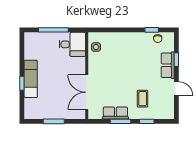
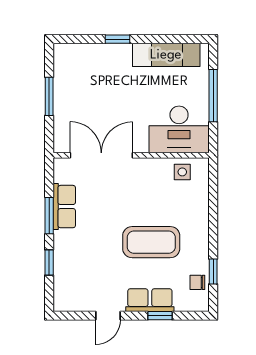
desk: (72, 44) -> (179, 129), width x1.37
exam couch: (31, 79) -> (166, 55), moved
coffee table: (143, 99) -> (151, 242), moved, width x1.86, depth x1.72

